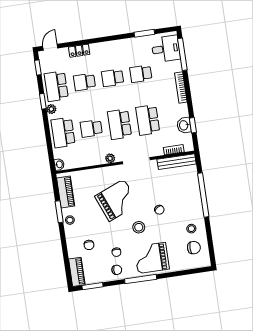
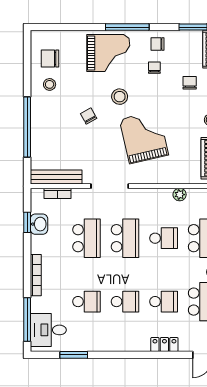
plant: (110, 158) -> (180, 195), moved
grand piano: (117, 200) -> (144, 137), turned 99

